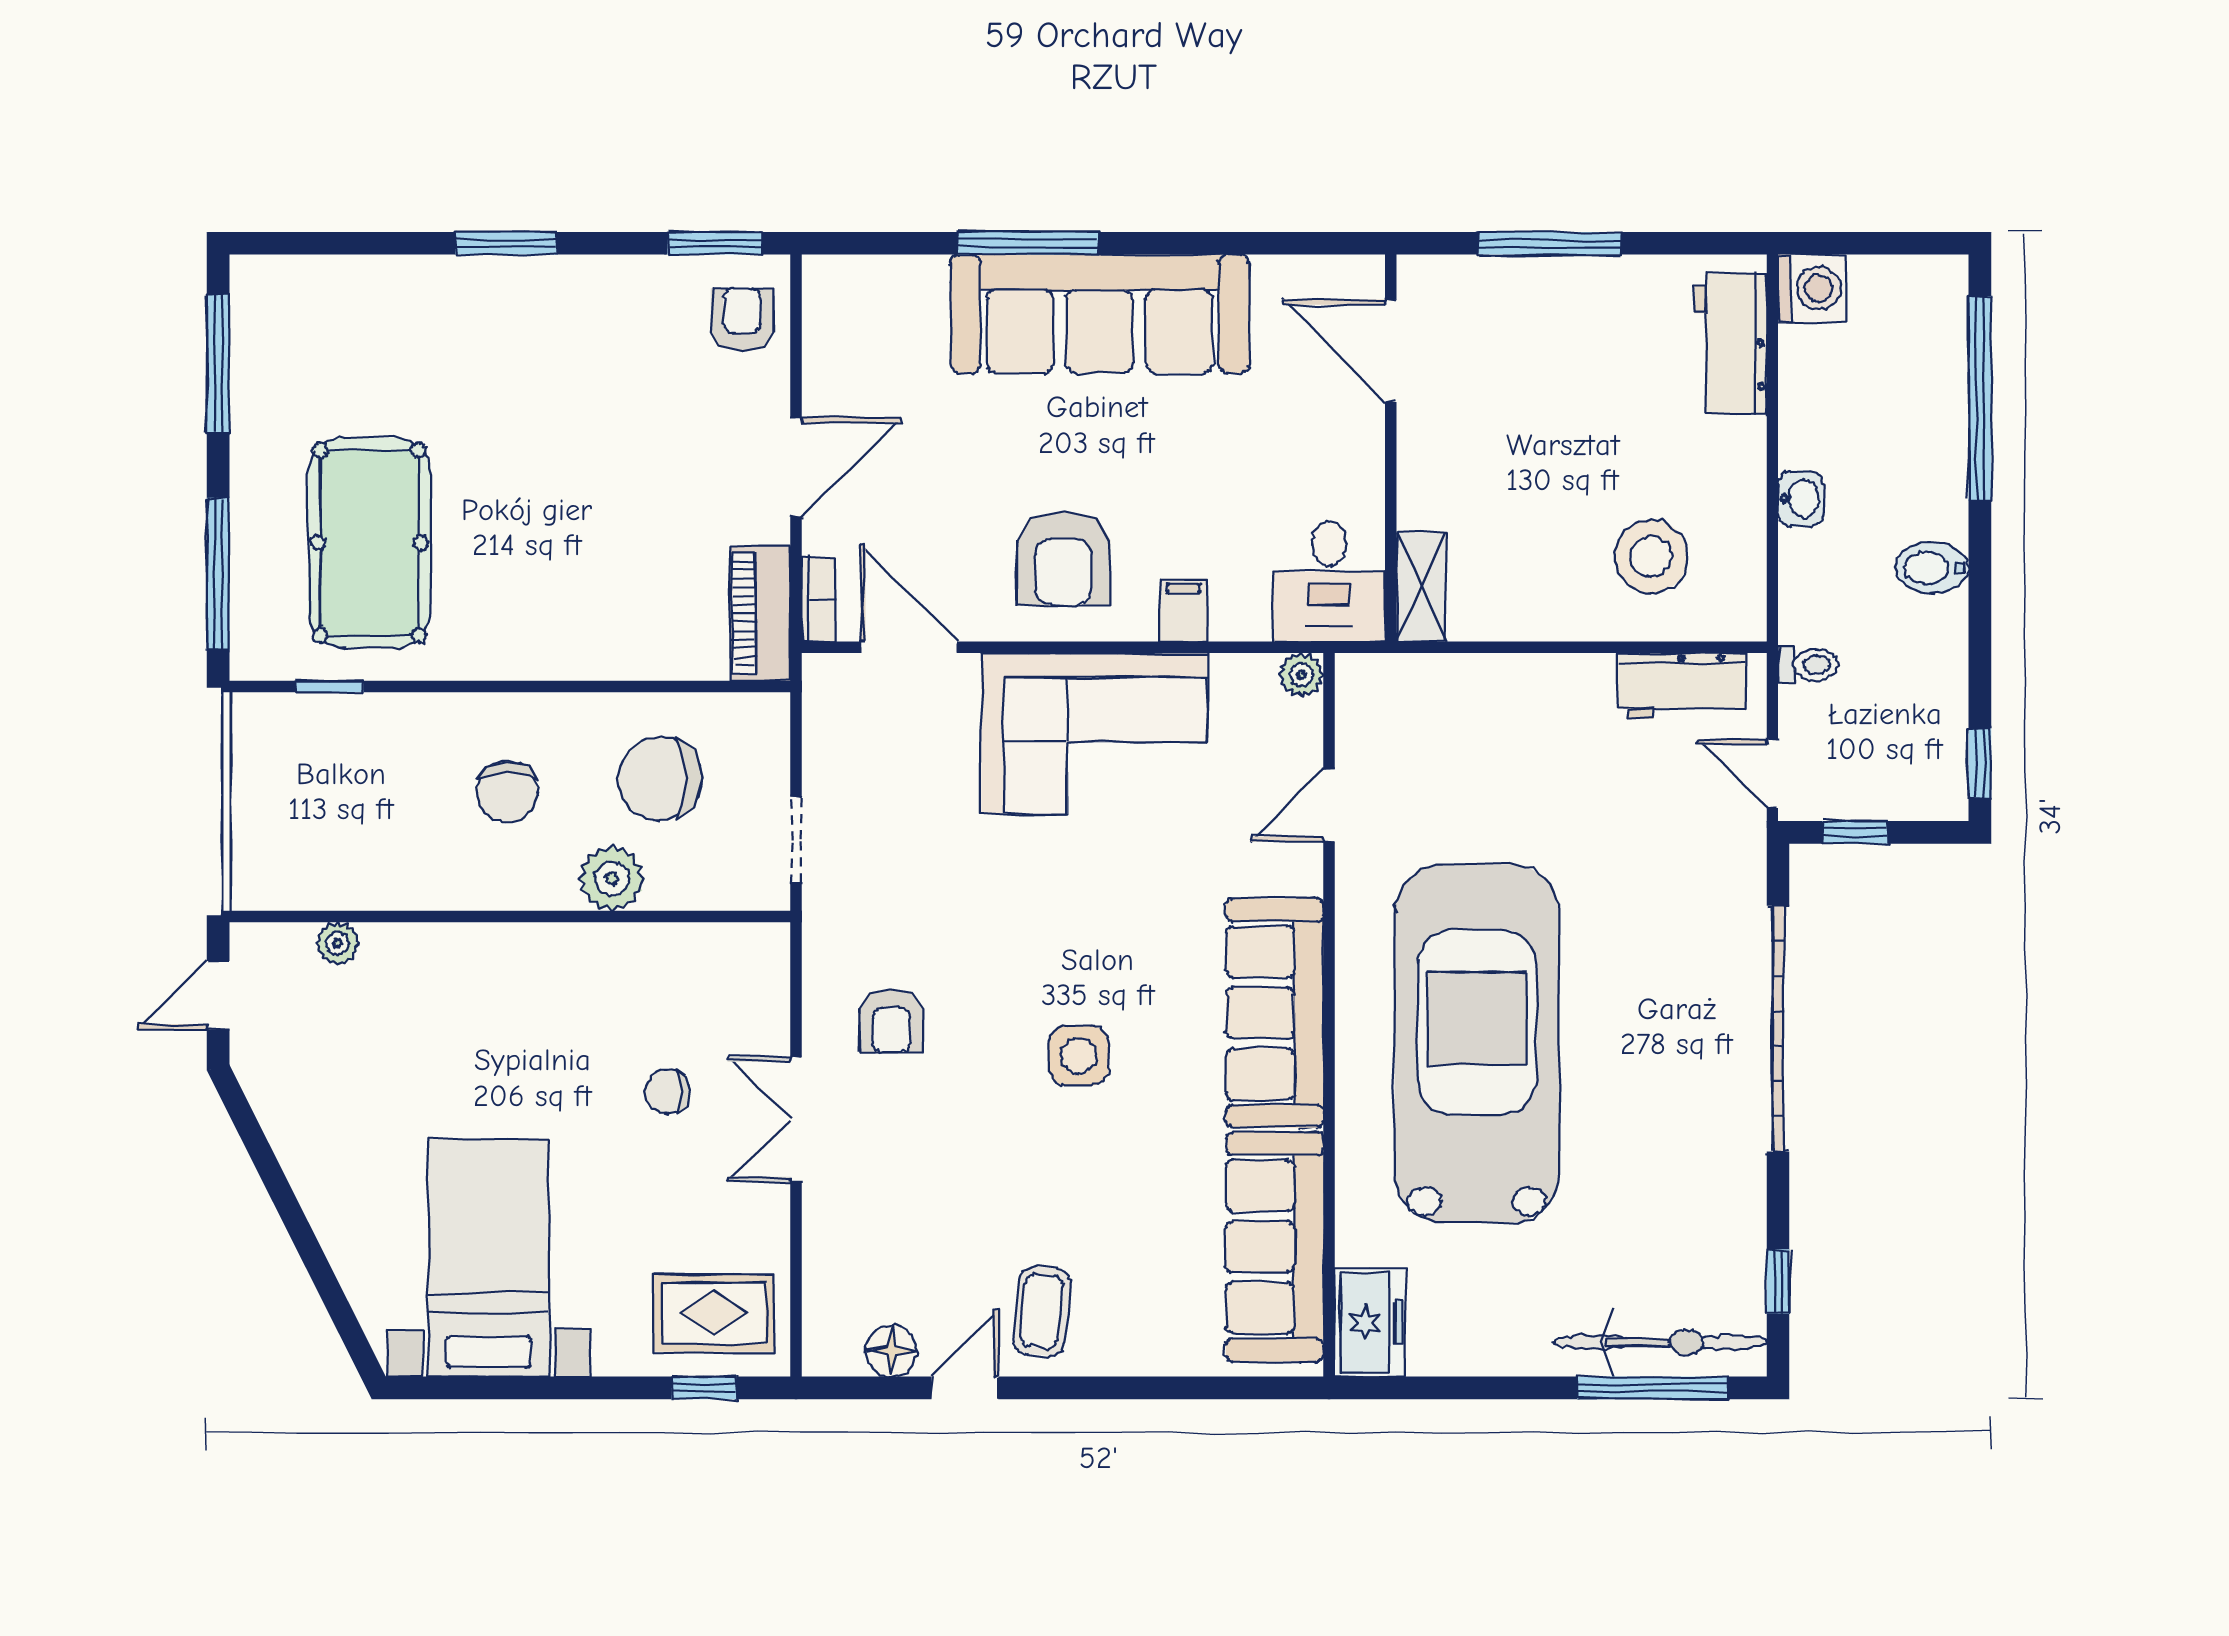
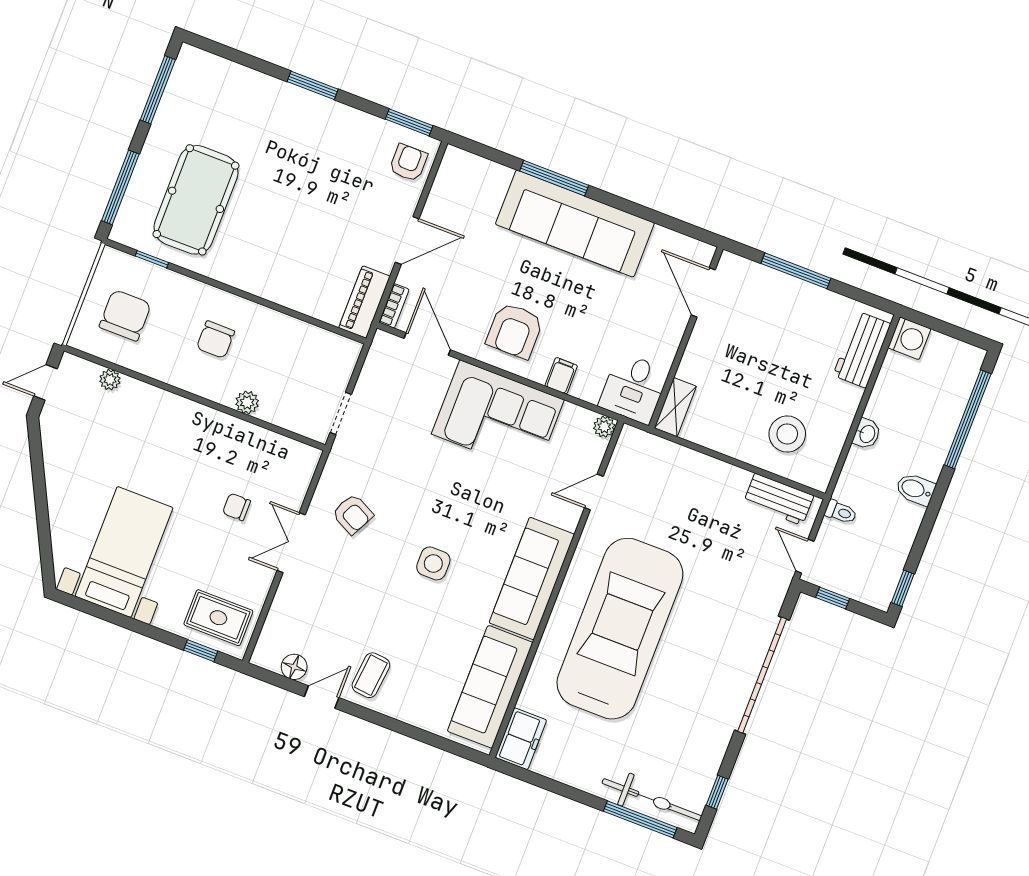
chair: (660, 779) -> (125, 315), moved, turned 90
plant: (612, 878) -> (247, 402), width x0.73, depth x0.73
armchair: (891, 1021) -> (353, 514), turned -63

